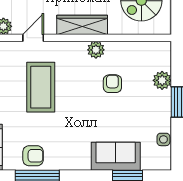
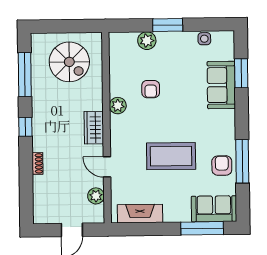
wardrobe: (82, 25) -> (94, 128), width x0.67
armchair: (112, 84) -> (151, 89), turned -90
coffee table: (41, 87) -> (171, 156), moved

